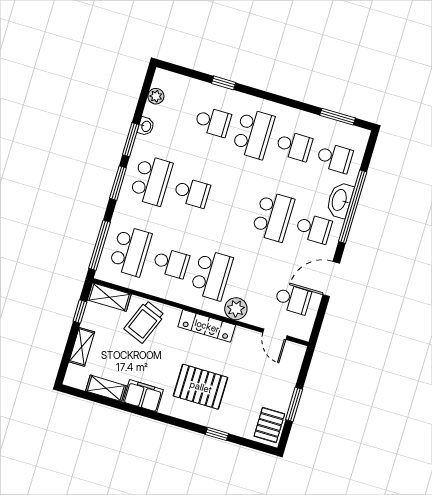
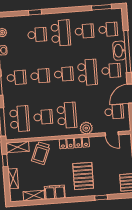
school desk: (151, 180) -> (16, 78), width x0.54
school desk: (232, 204) -> (64, 74), added
pallet: (201, 387) -> (83, 176), turned 90

